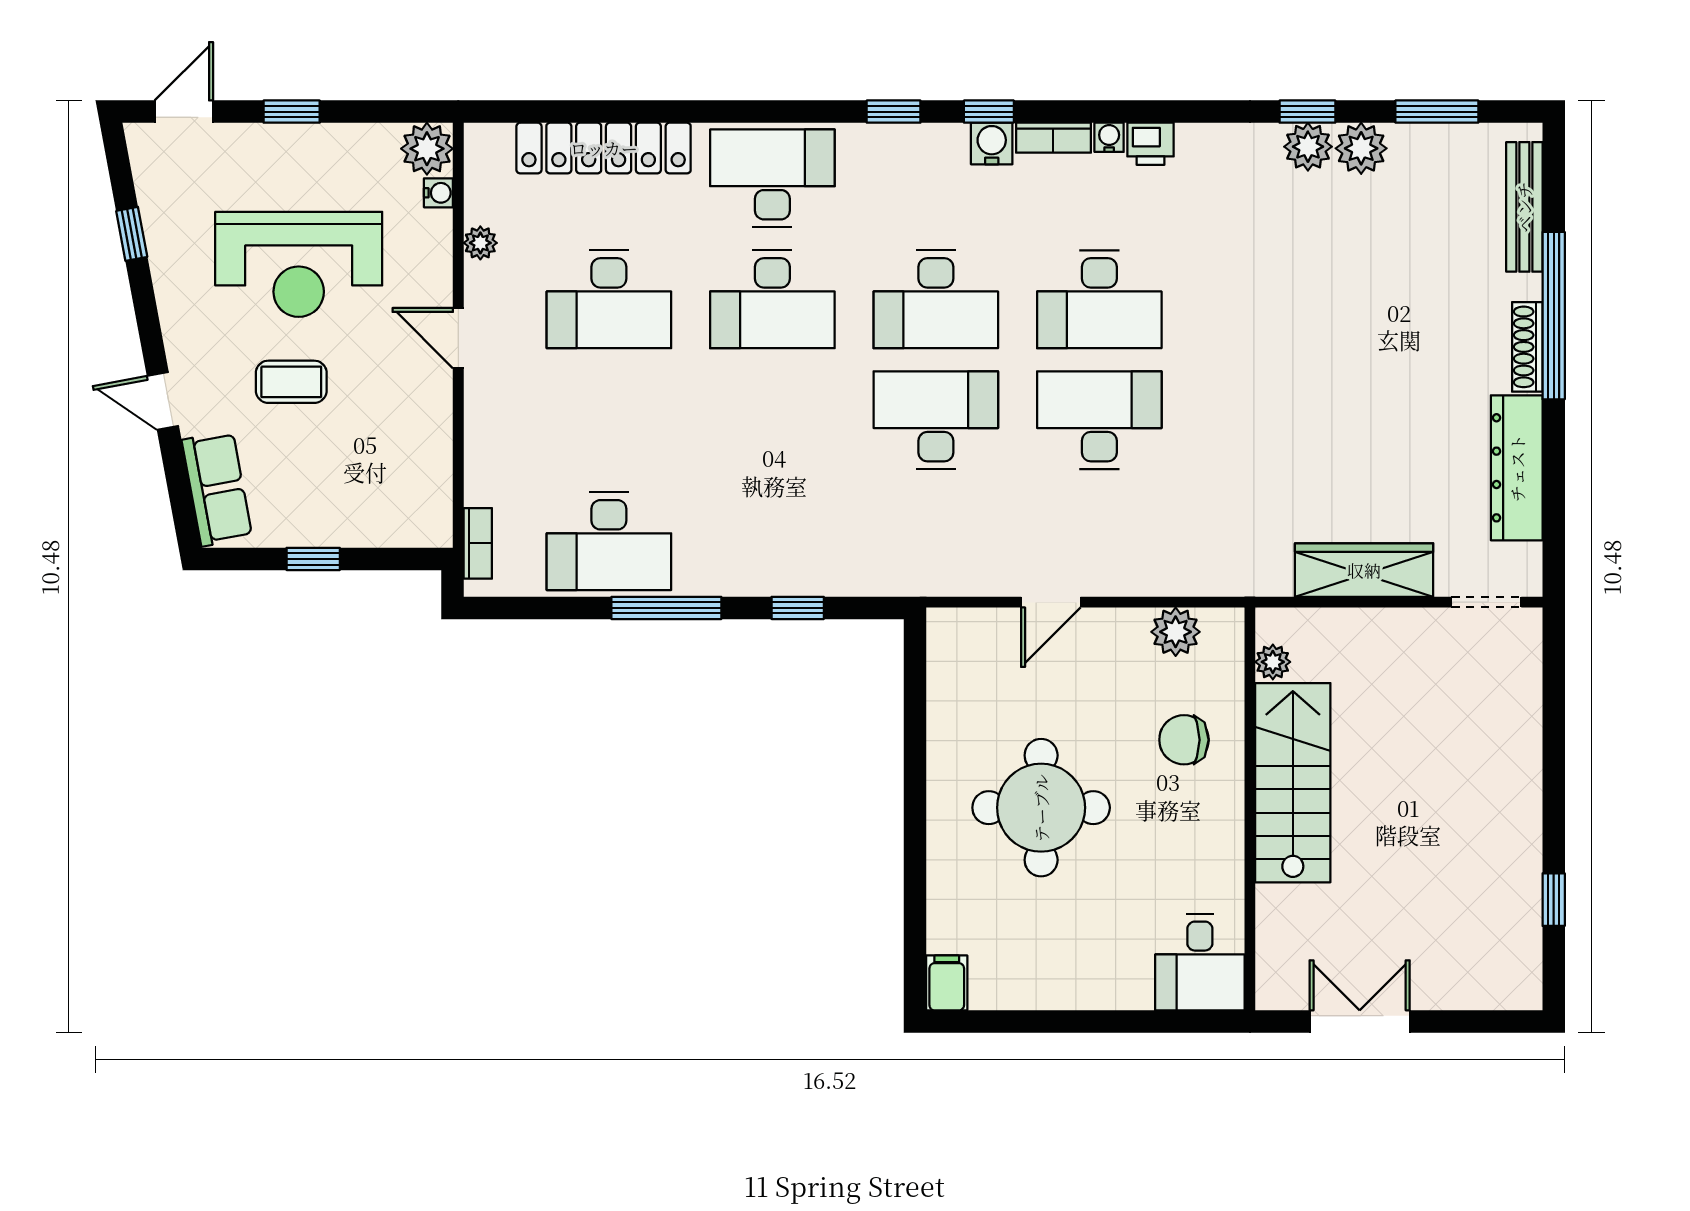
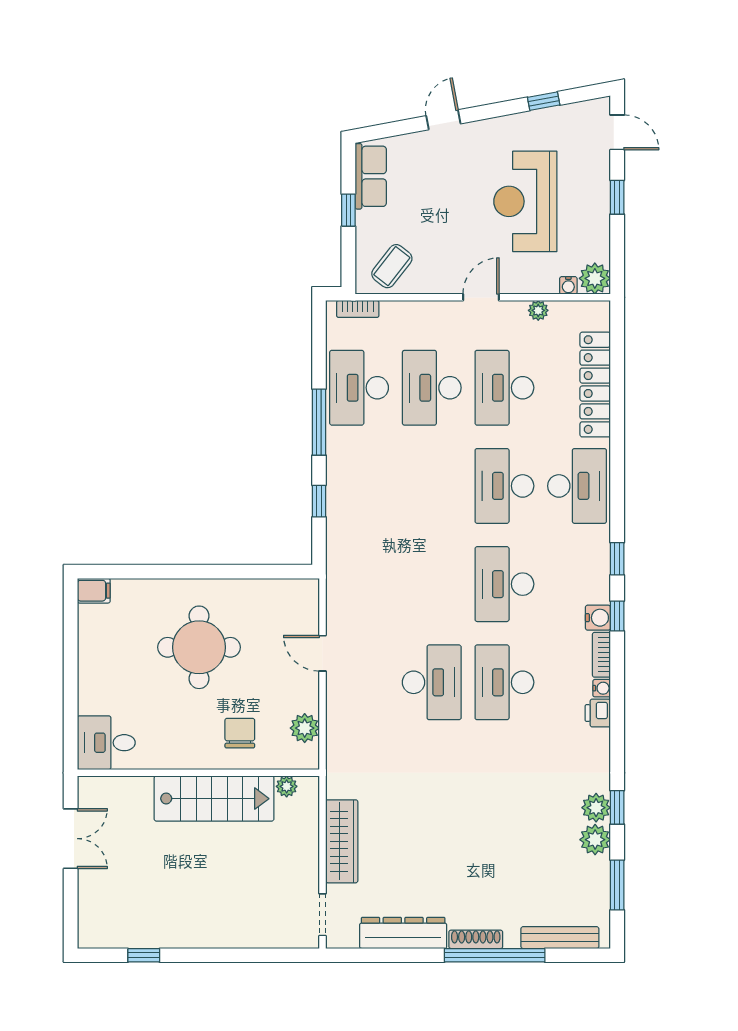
coffee table: (291, 382) -> (392, 266), moved, turned 38
desk: (936, 420) -> (432, 388), moved, turned 180
row of seats: (217, 489) -> (371, 176), moved, turned -79

